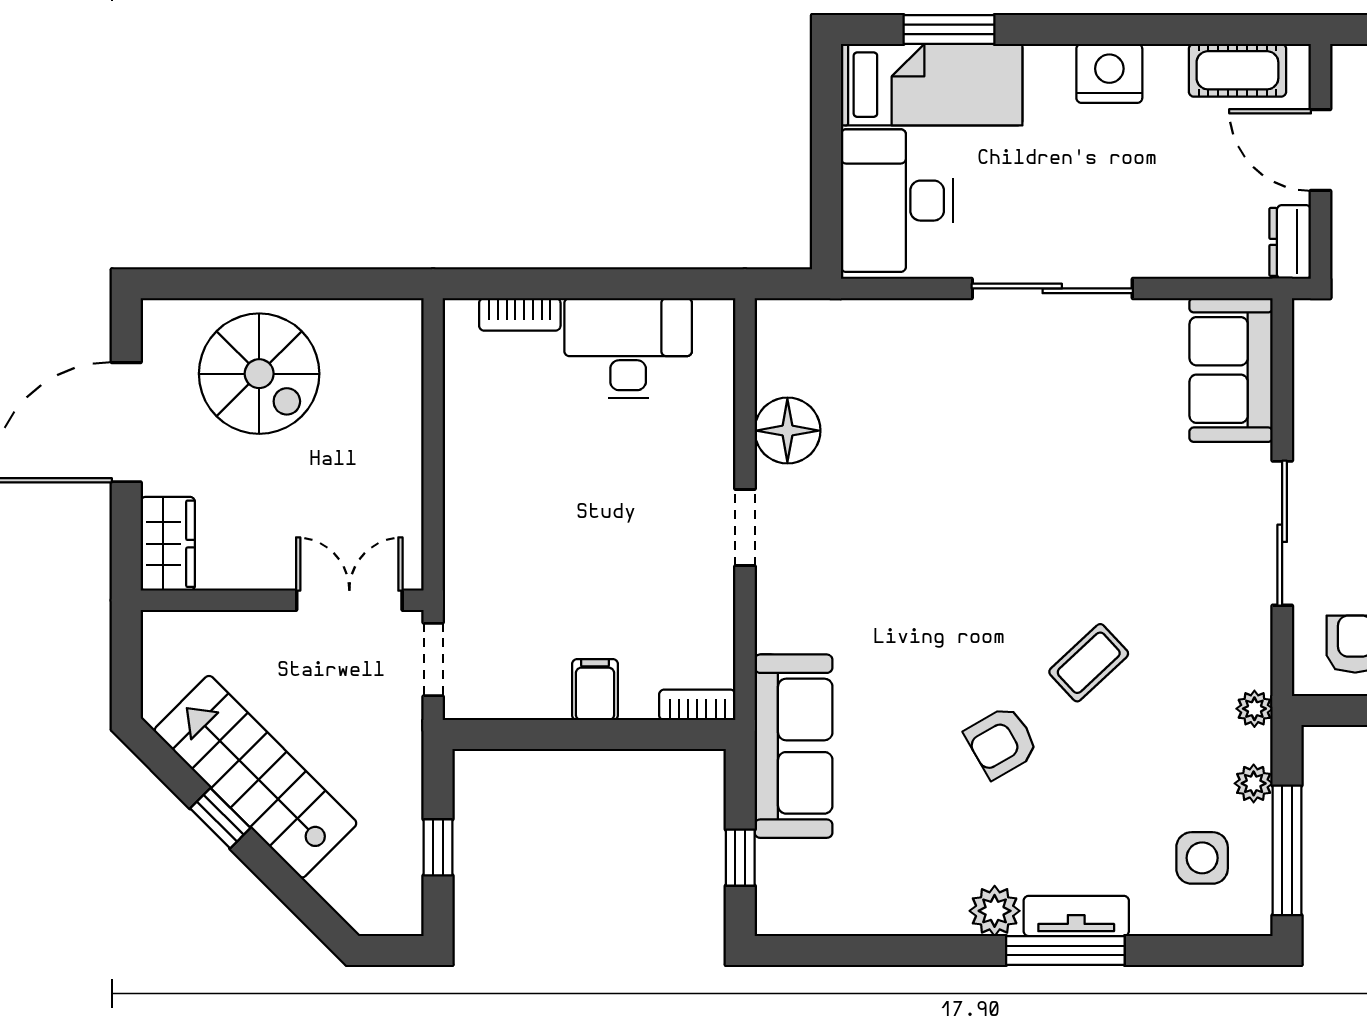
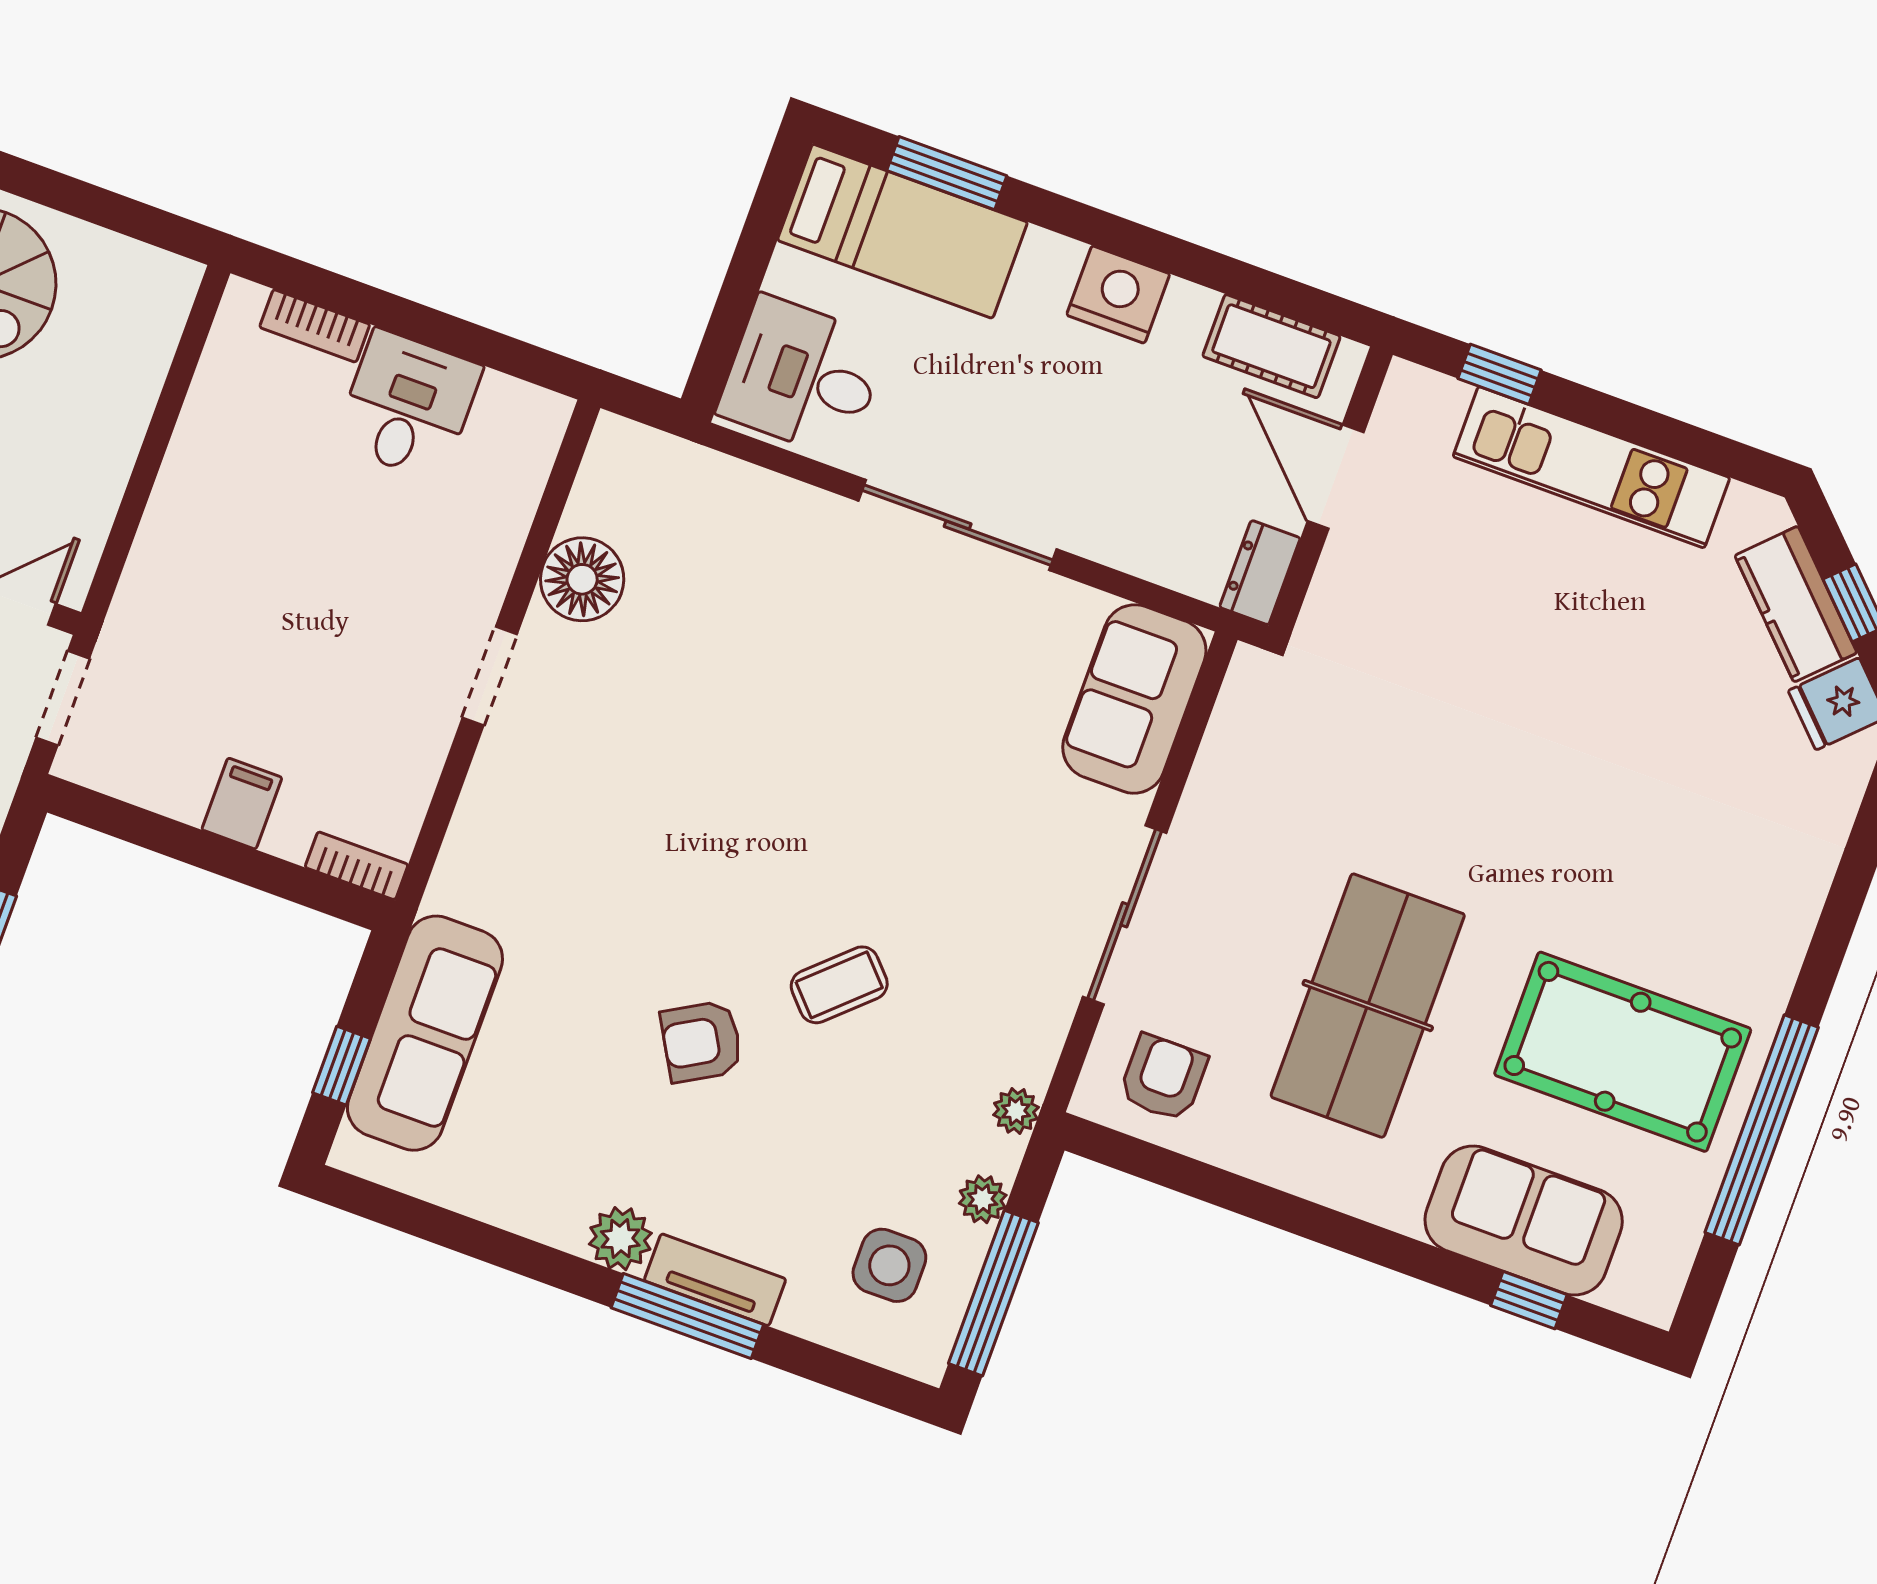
desk: (897, 201) -> (803, 377), width x0.73
desk: (628, 348) -> (408, 405), width x0.73
sofa: (793, 746) -> (425, 1033), moved

